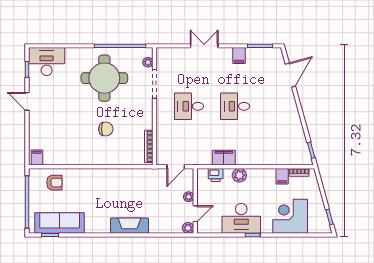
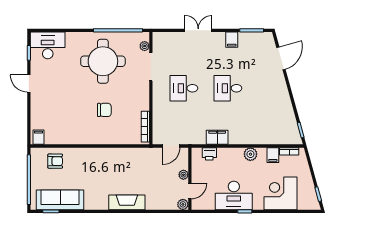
plant: (239, 175) -> (250, 154), moved

